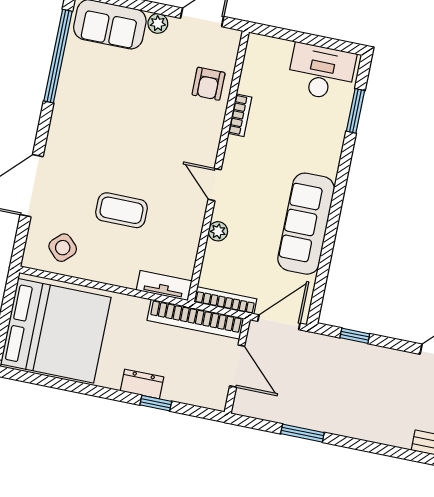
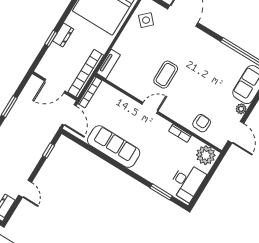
armchair: (208, 84) -> (202, 123), turned 93
coffee table: (122, 210) -> (166, 75), moved
plant: (218, 231) -> (206, 155), moved, width x1.88, depth x1.88

